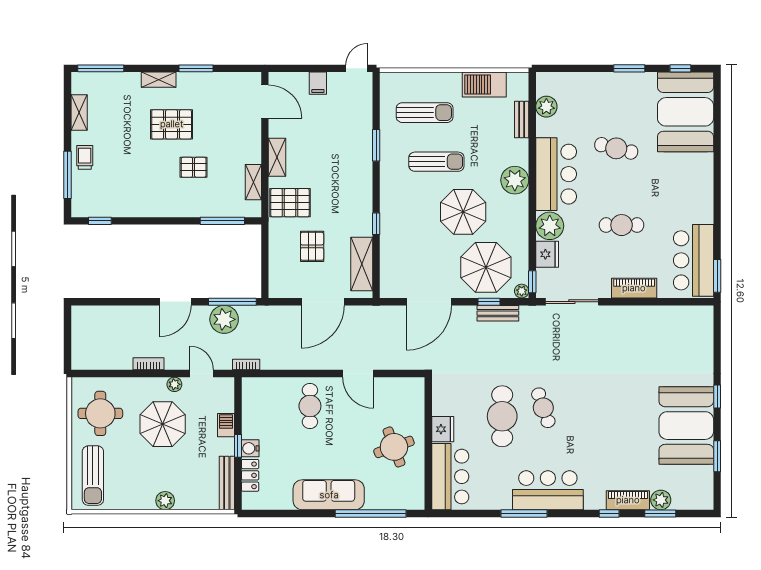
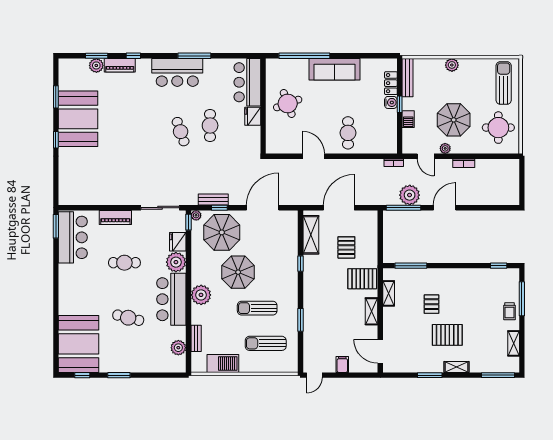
pallet: (194, 167) -> (431, 304), turned 90
cafe table: (502, 416) -> (210, 125), width x0.73, depth x0.74

